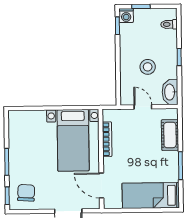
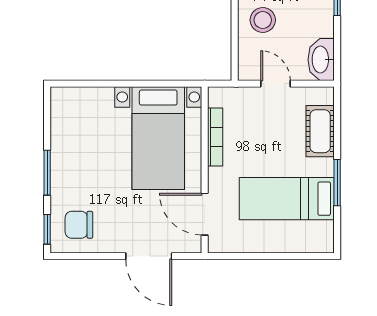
stool: (148, 67) -> (263, 20), moved
chair: (26, 193) -> (79, 225), turned -93
bed: (151, 196) -> (287, 199), moved

